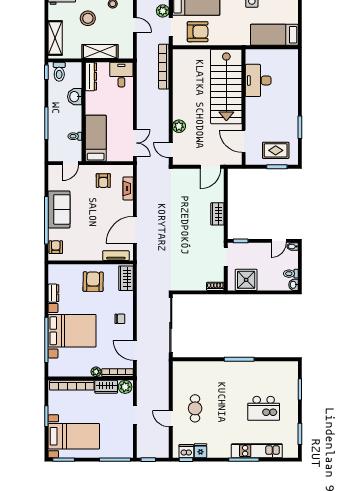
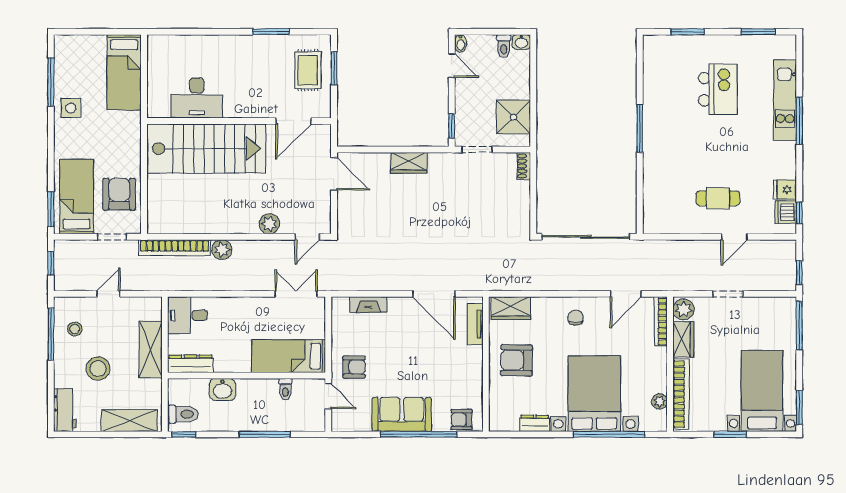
plant: (163, 11) -> (222, 250), moved
armchair: (103, 181) -> (354, 367), moved
plant: (96, 372) -> (660, 401), moved

